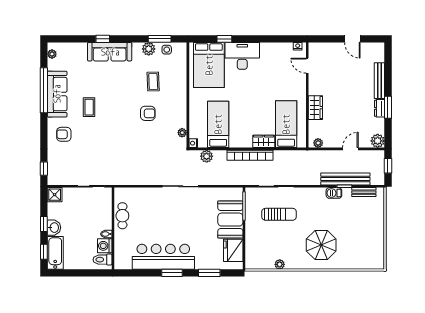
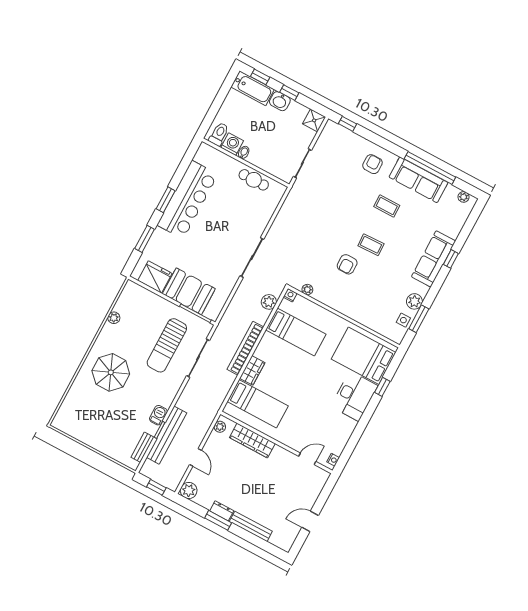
coffee table: (153, 82) -> (371, 245), moved
wardrobe: (315, 108) -> (252, 440), width x1.50
sun lounger: (279, 214) -> (167, 345), width x1.36, depth x1.34

